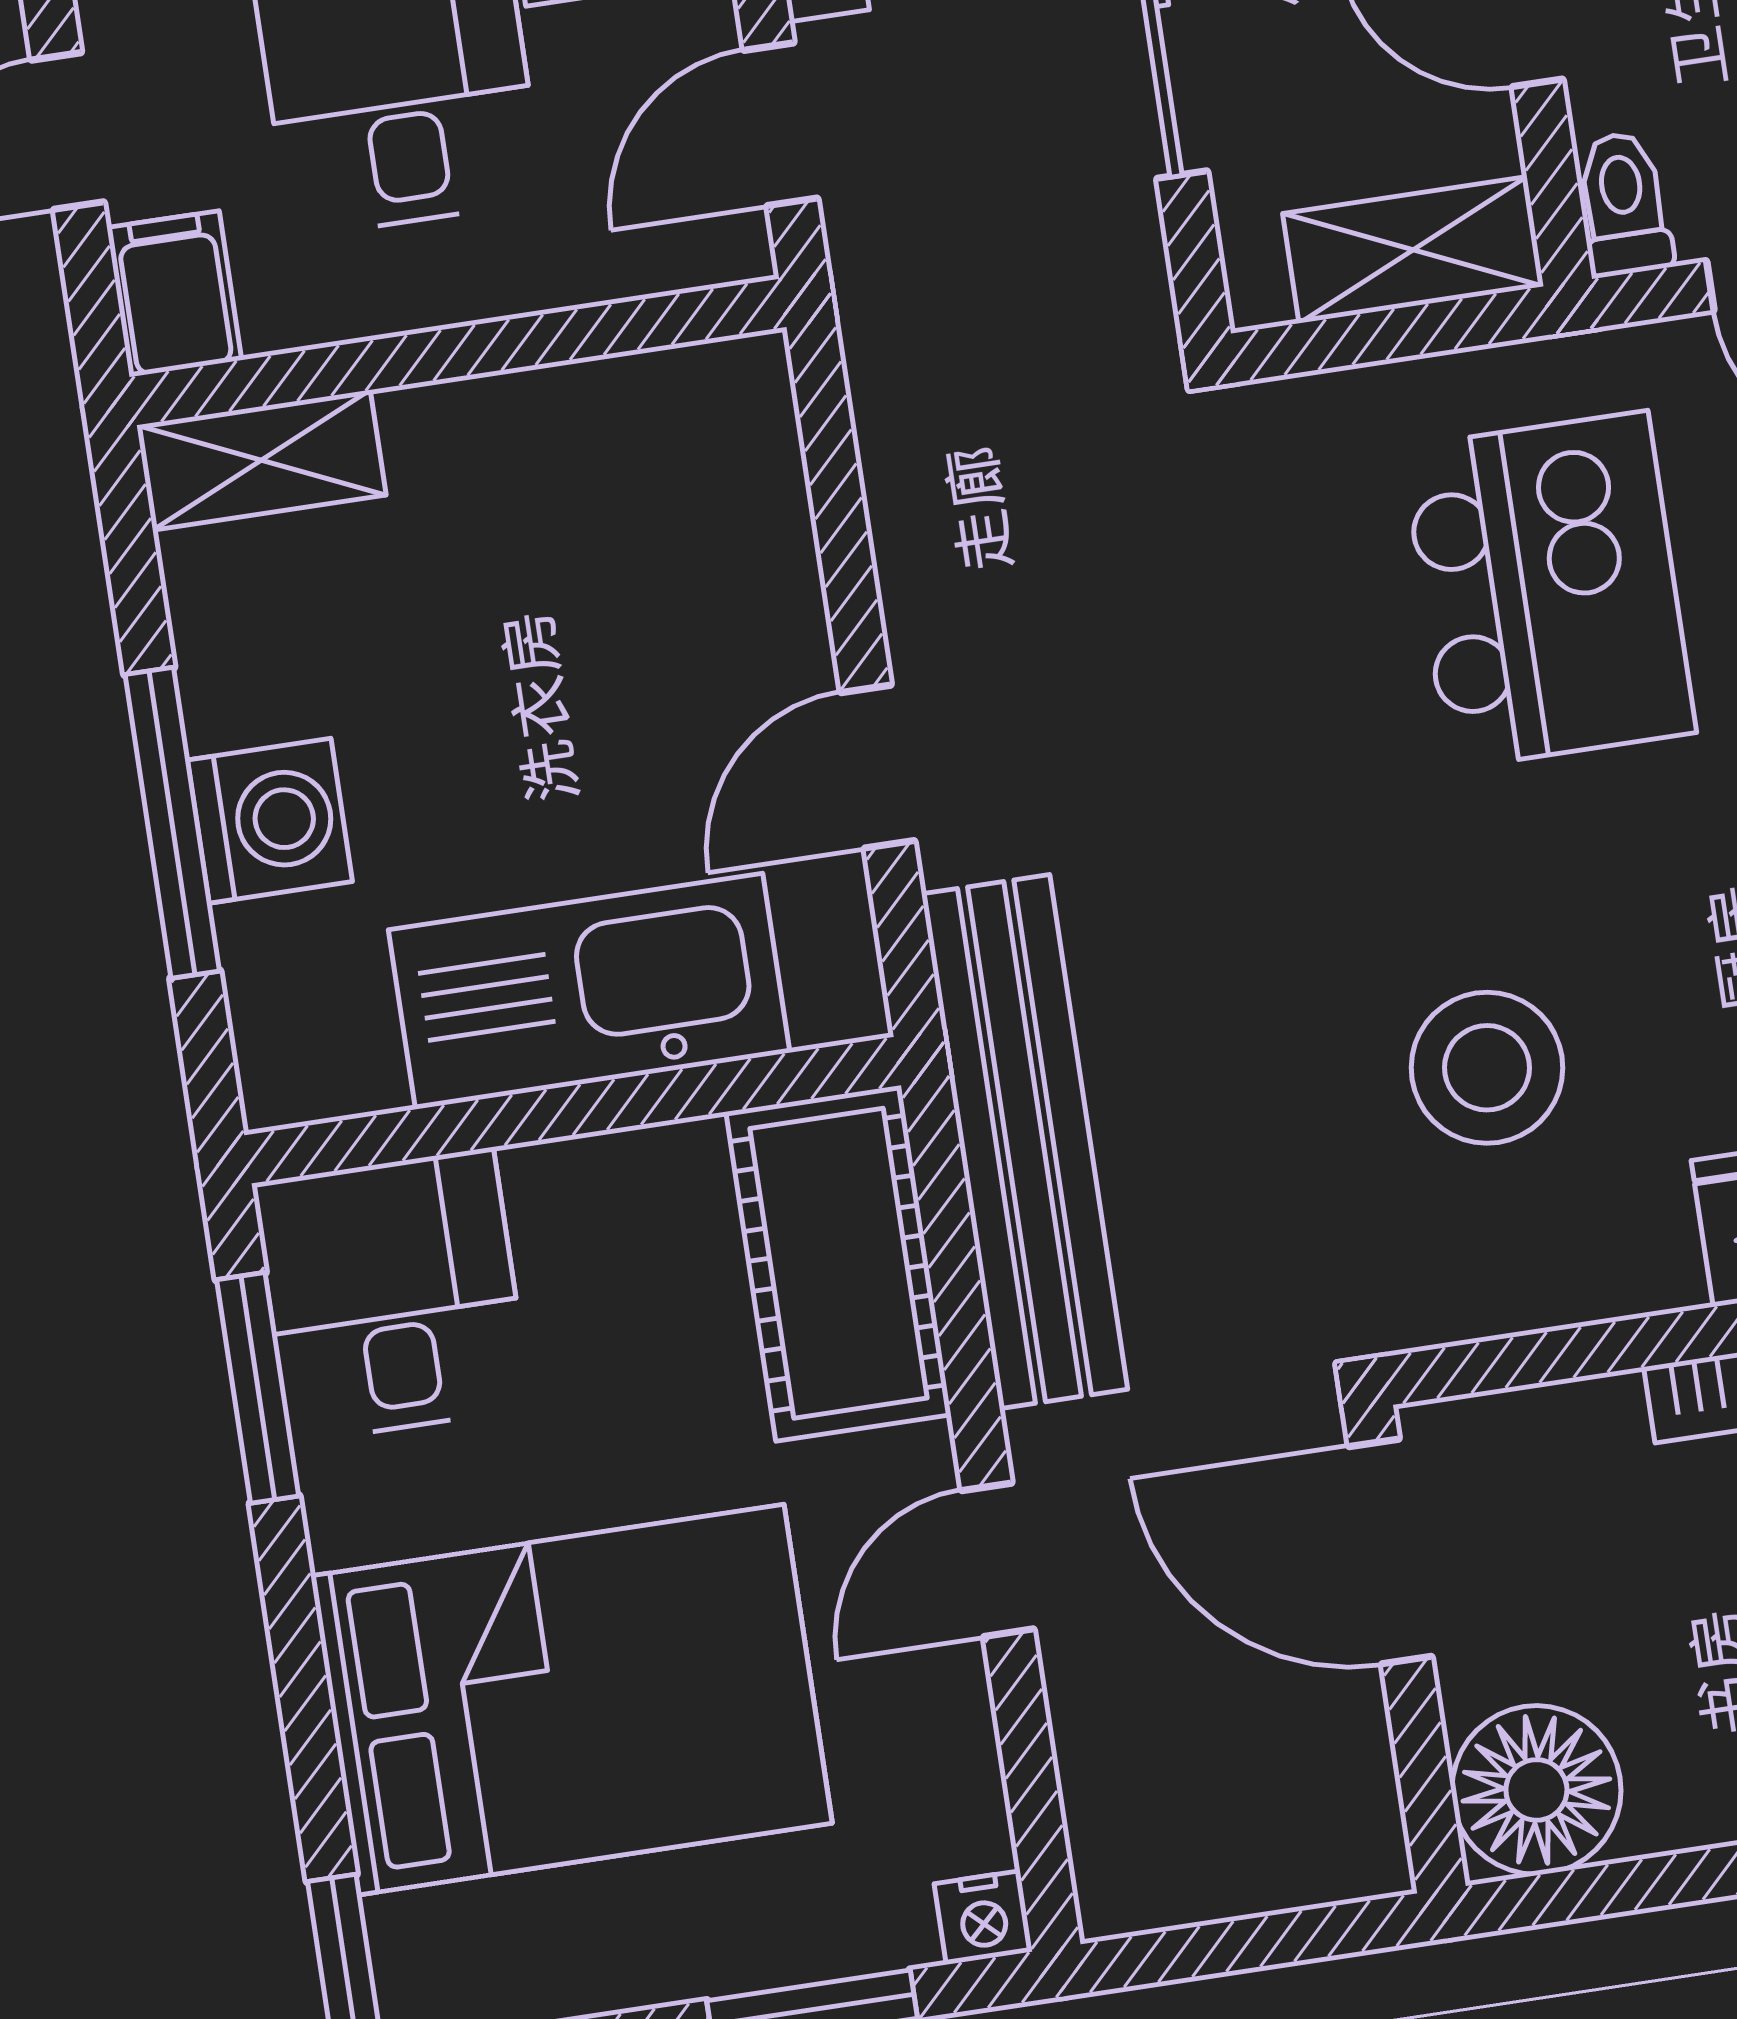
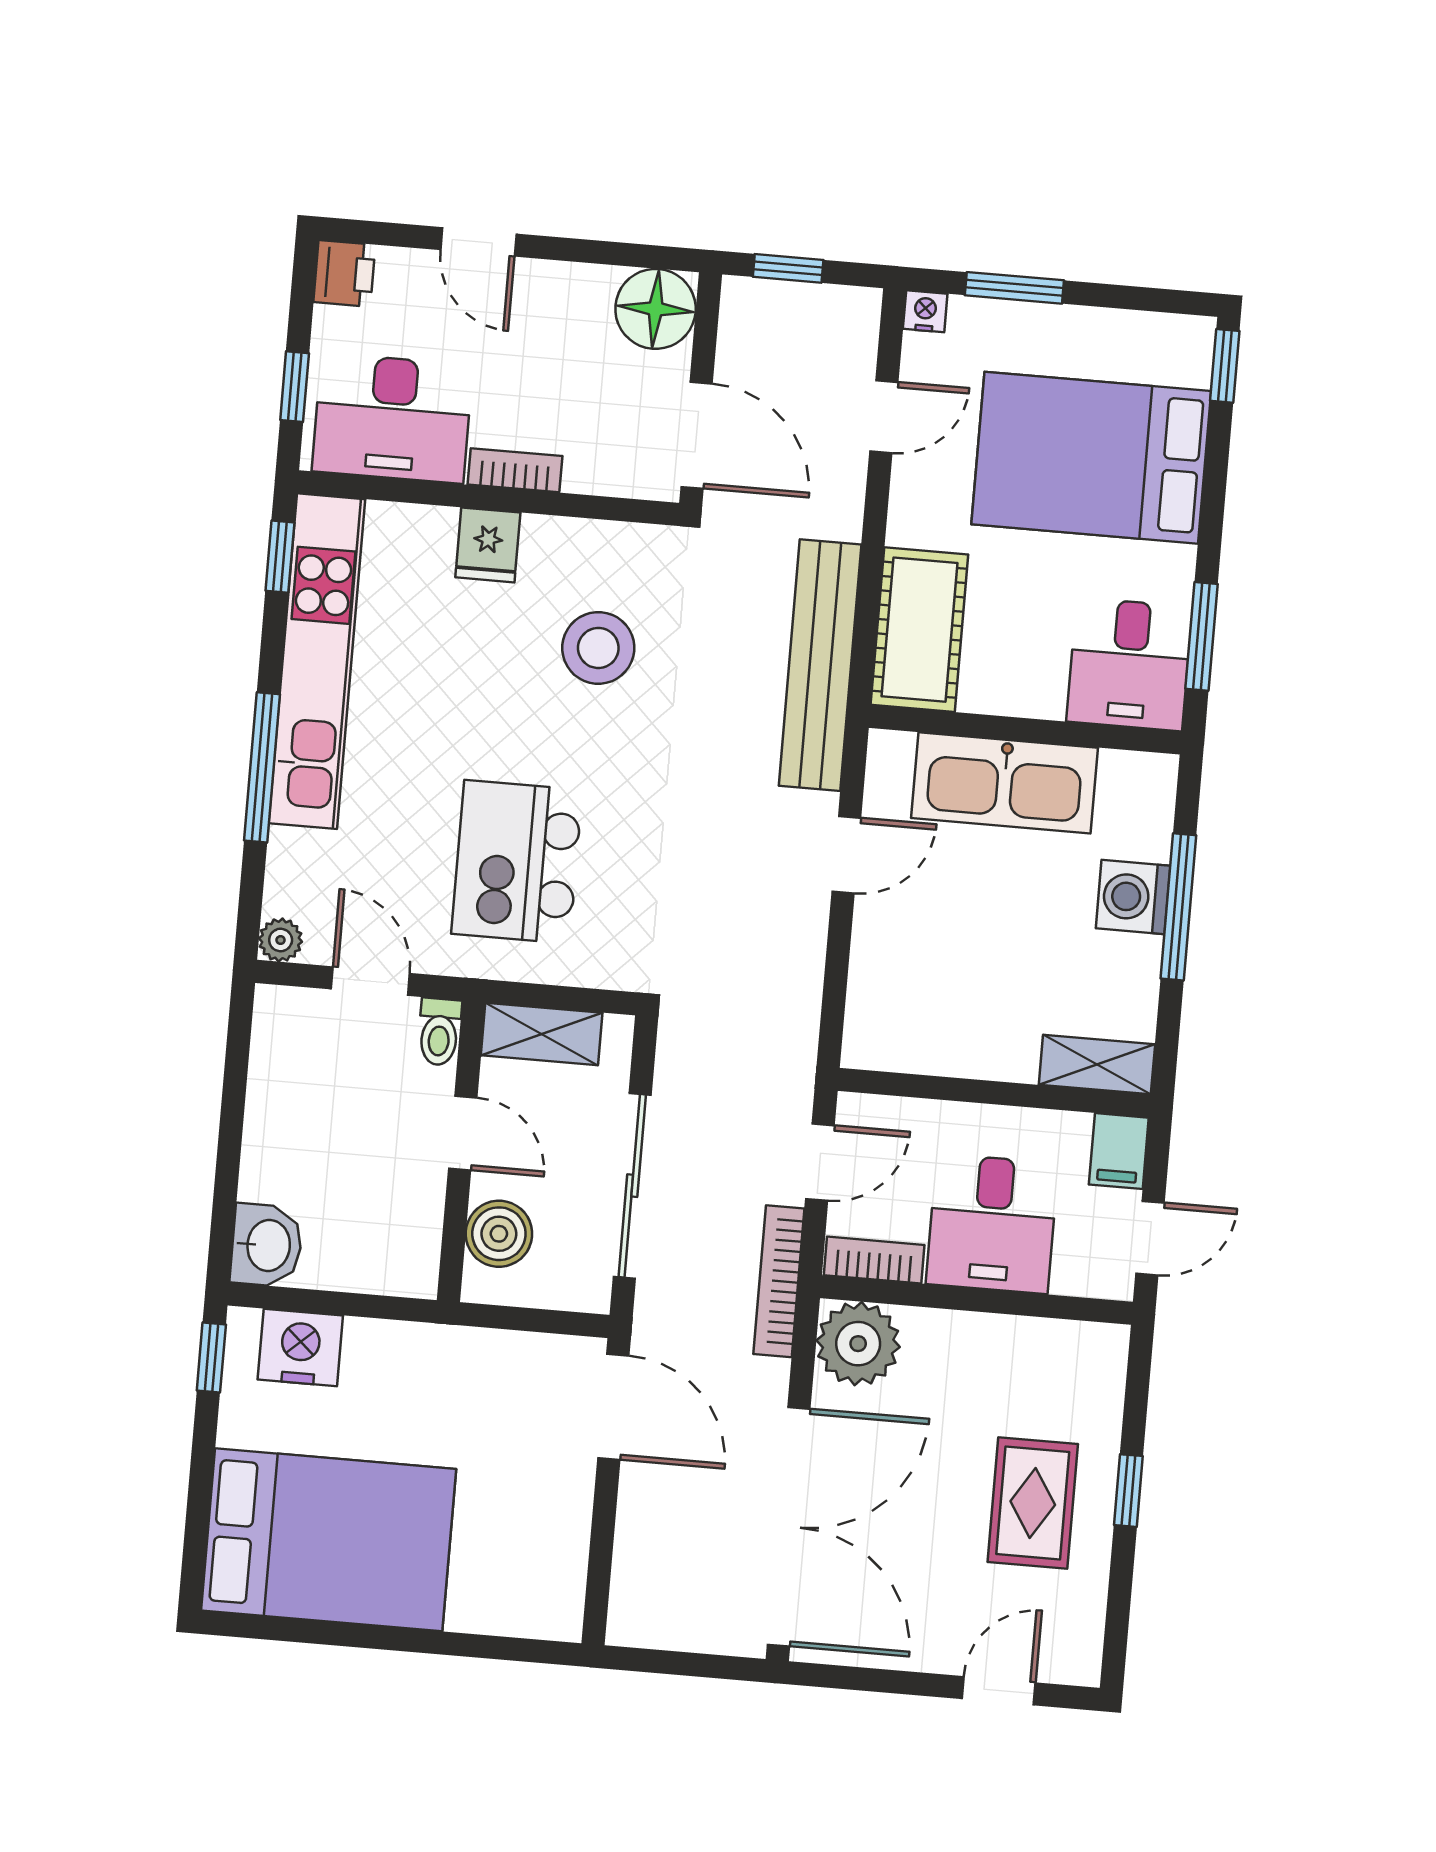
door: (998, 1560) -> (884, 417), moved
window: (1285, 1938) -> (788, 268), added

